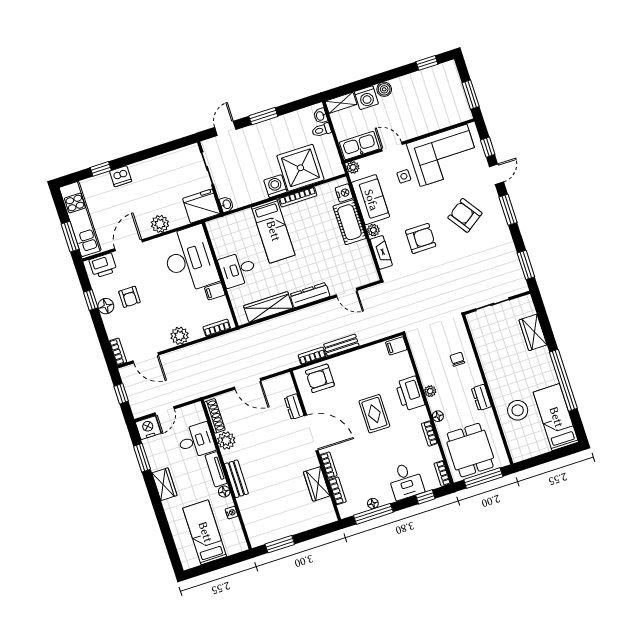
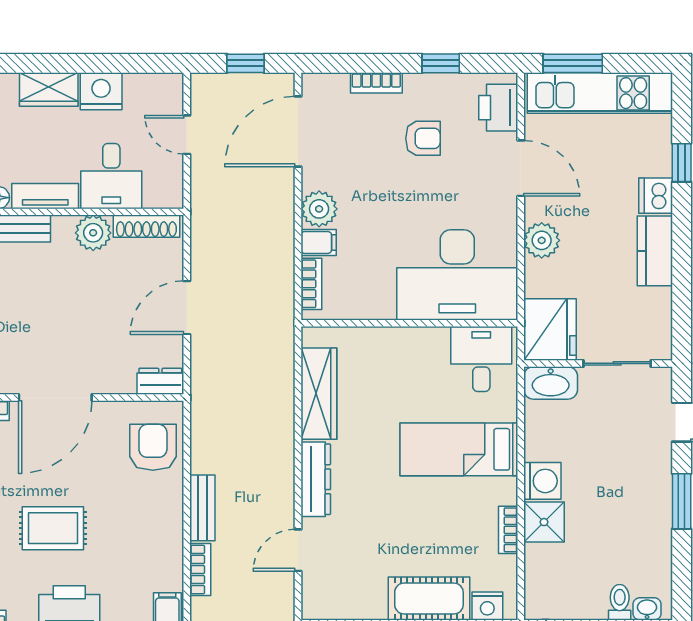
kitchen counter: (147, 168) -> (655, 251), added
shower: (300, 168) -> (544, 522), width x0.54, depth x0.54
bookcase: (298, 197) -> (508, 530), width x0.64
washbasin: (227, 204) -> (551, 383), width x1.91, depth x1.45
desk: (238, 269) -> (481, 359), moved
filing cabinet: (215, 291) -> (319, 242), moved, turned 90
armchair: (129, 297) -> (423, 138), turned 180
floor lamp: (106, 306) -> (420, 88), removed
bookcase: (118, 352) -> (376, 83), moved
bookcase: (312, 356) -> (200, 569), moved
door: (146, 358) -> (298, 132), width x1.36
dresser: (294, 407) -> (160, 381), moved
nightstand: (148, 428) -> (101, 91), moved, turned -90
window: (142, 458) -> (112, 63), removed

